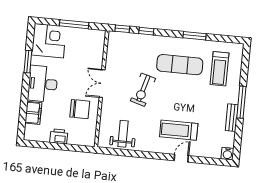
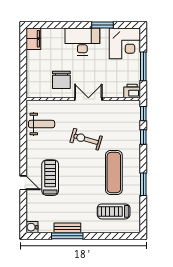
window: (241, 102) -> (67, 236), moved
filing cabinet: (33, 113) -> (33, 39), moved, turned -90
printer: (59, 136) -> (132, 91), moved, turned -90

